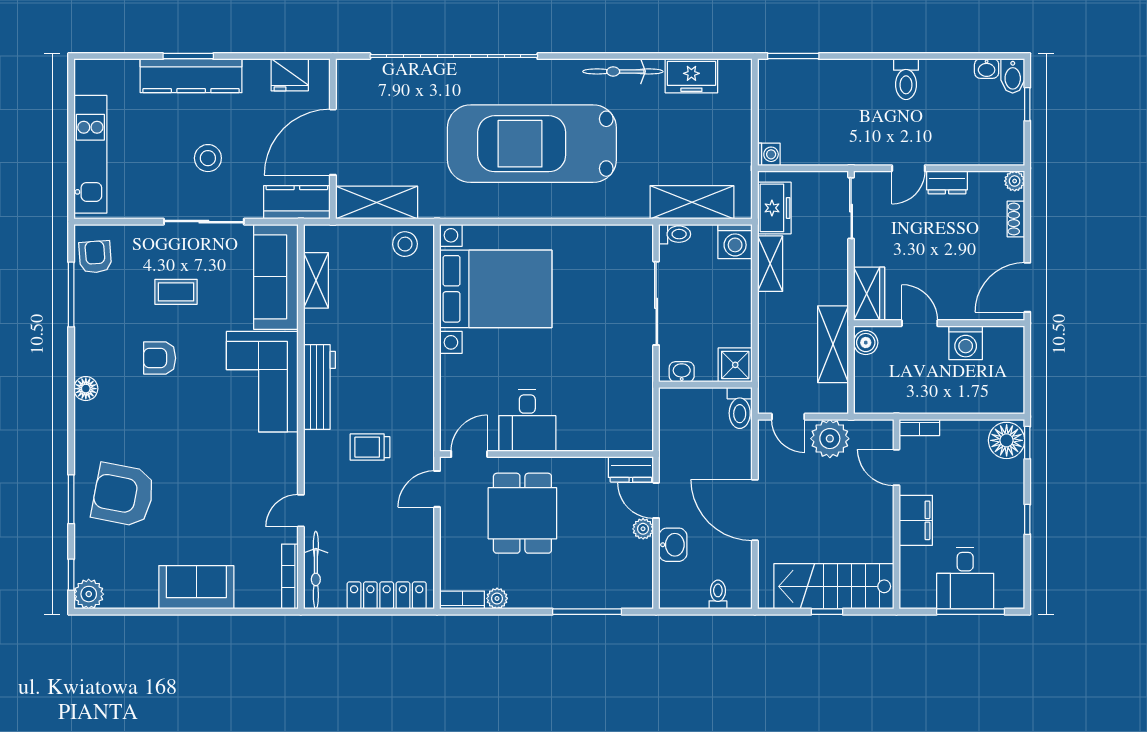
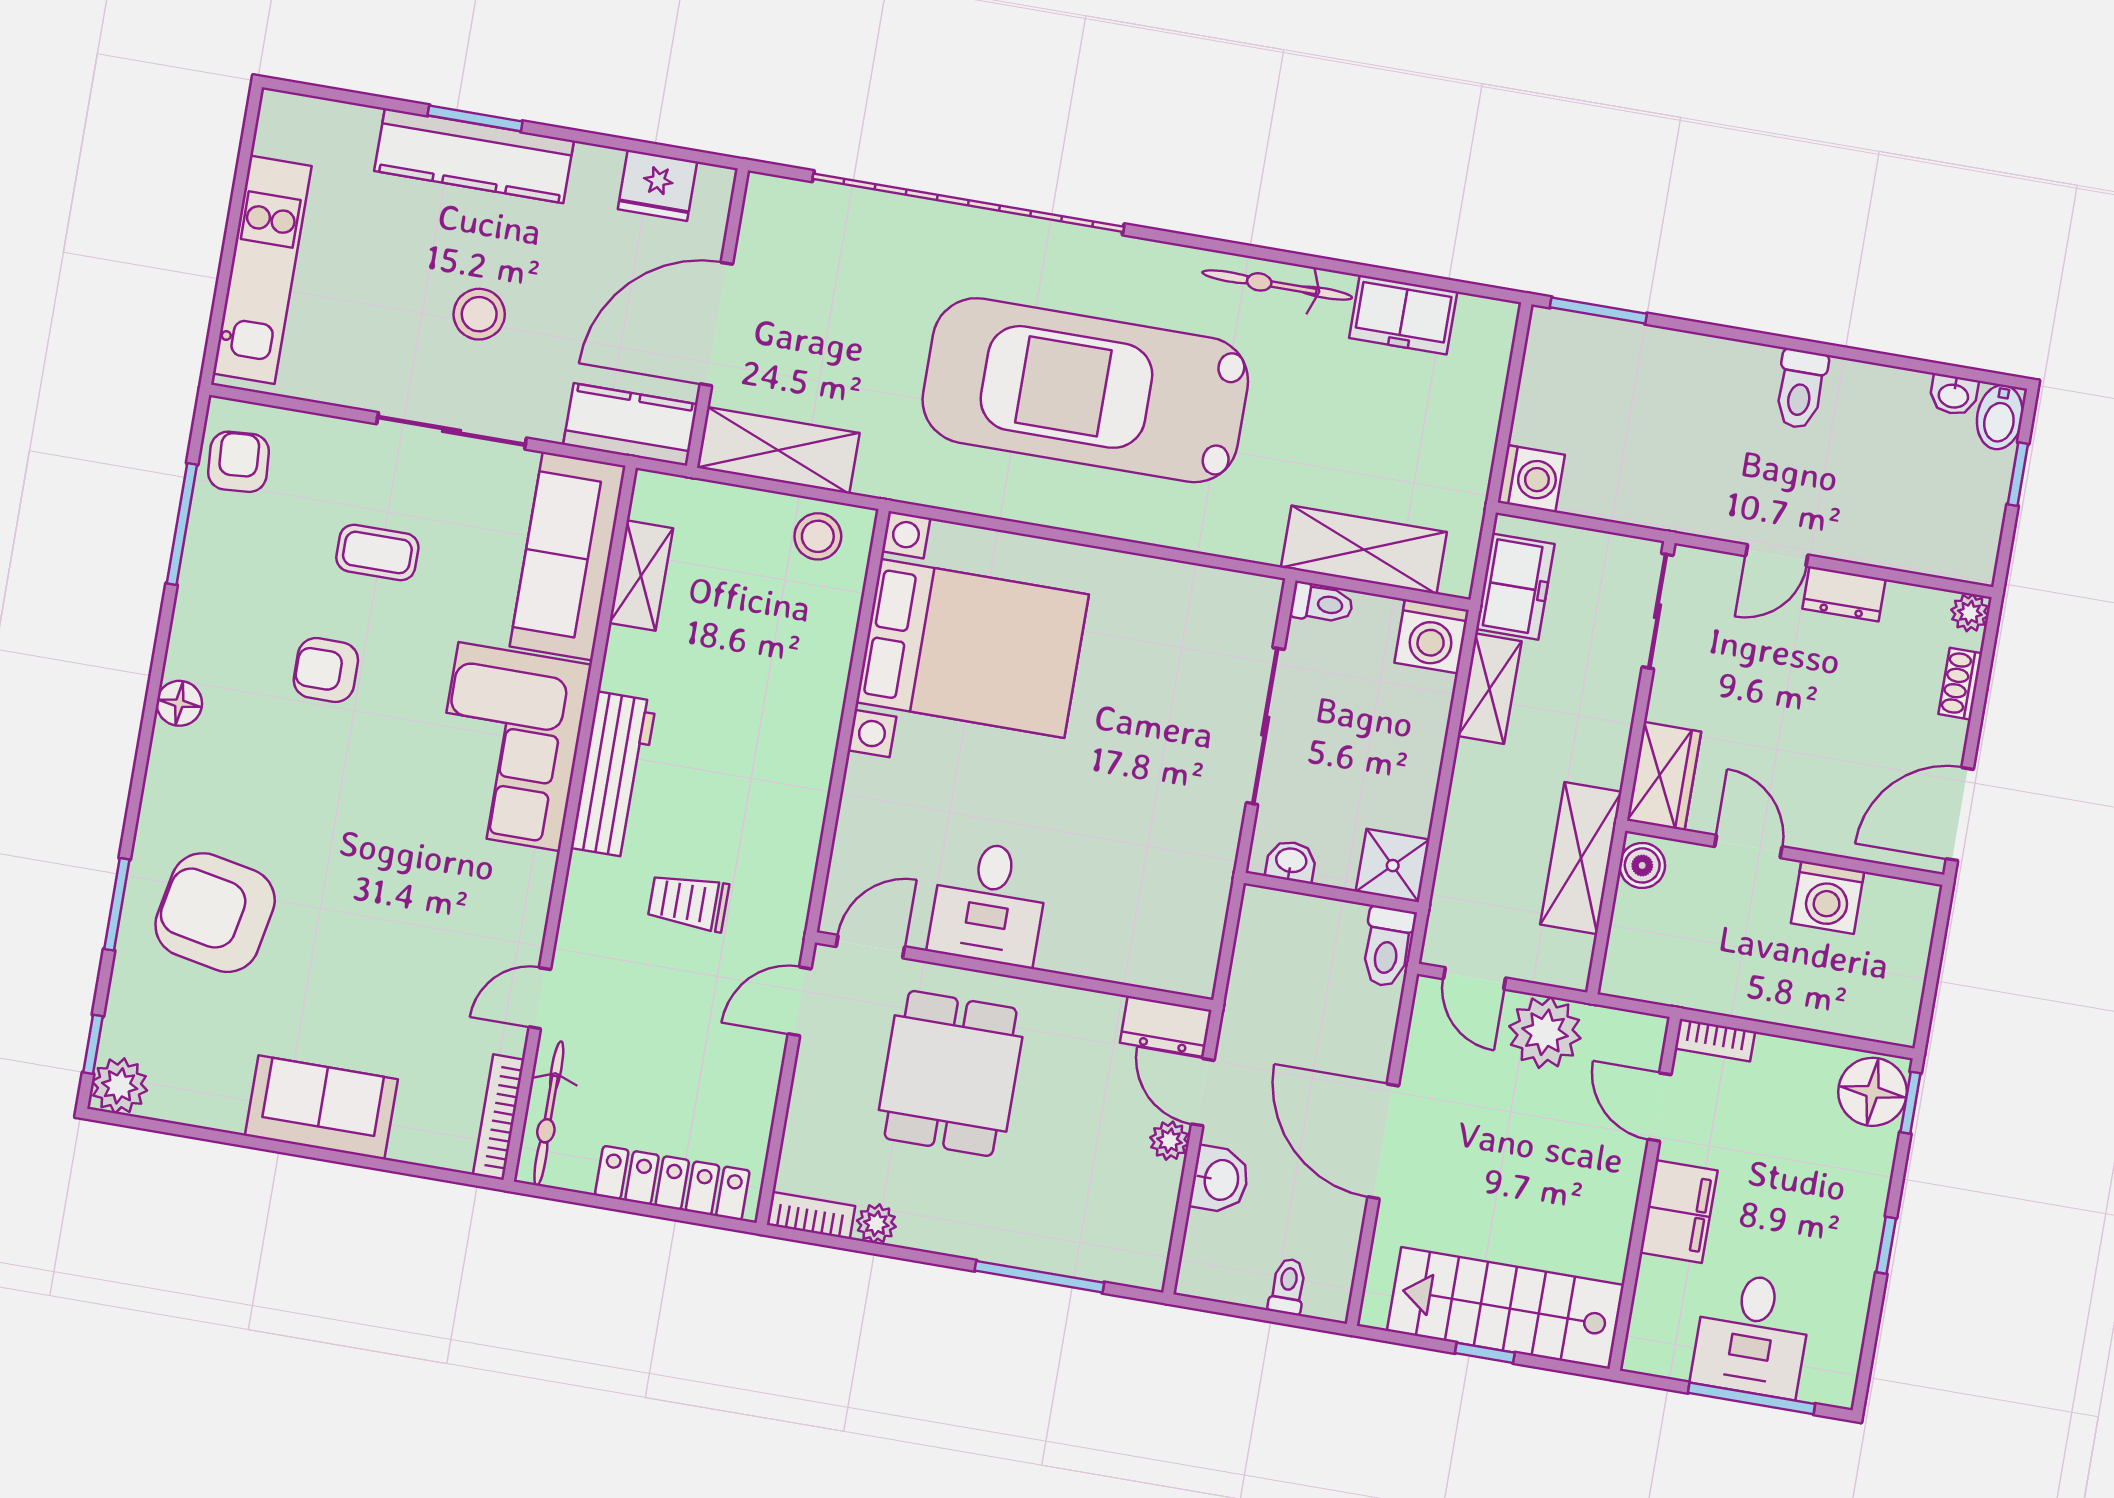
washing machine: (769, 154) -> (1531, 479), width x1.38, depth x1.38

